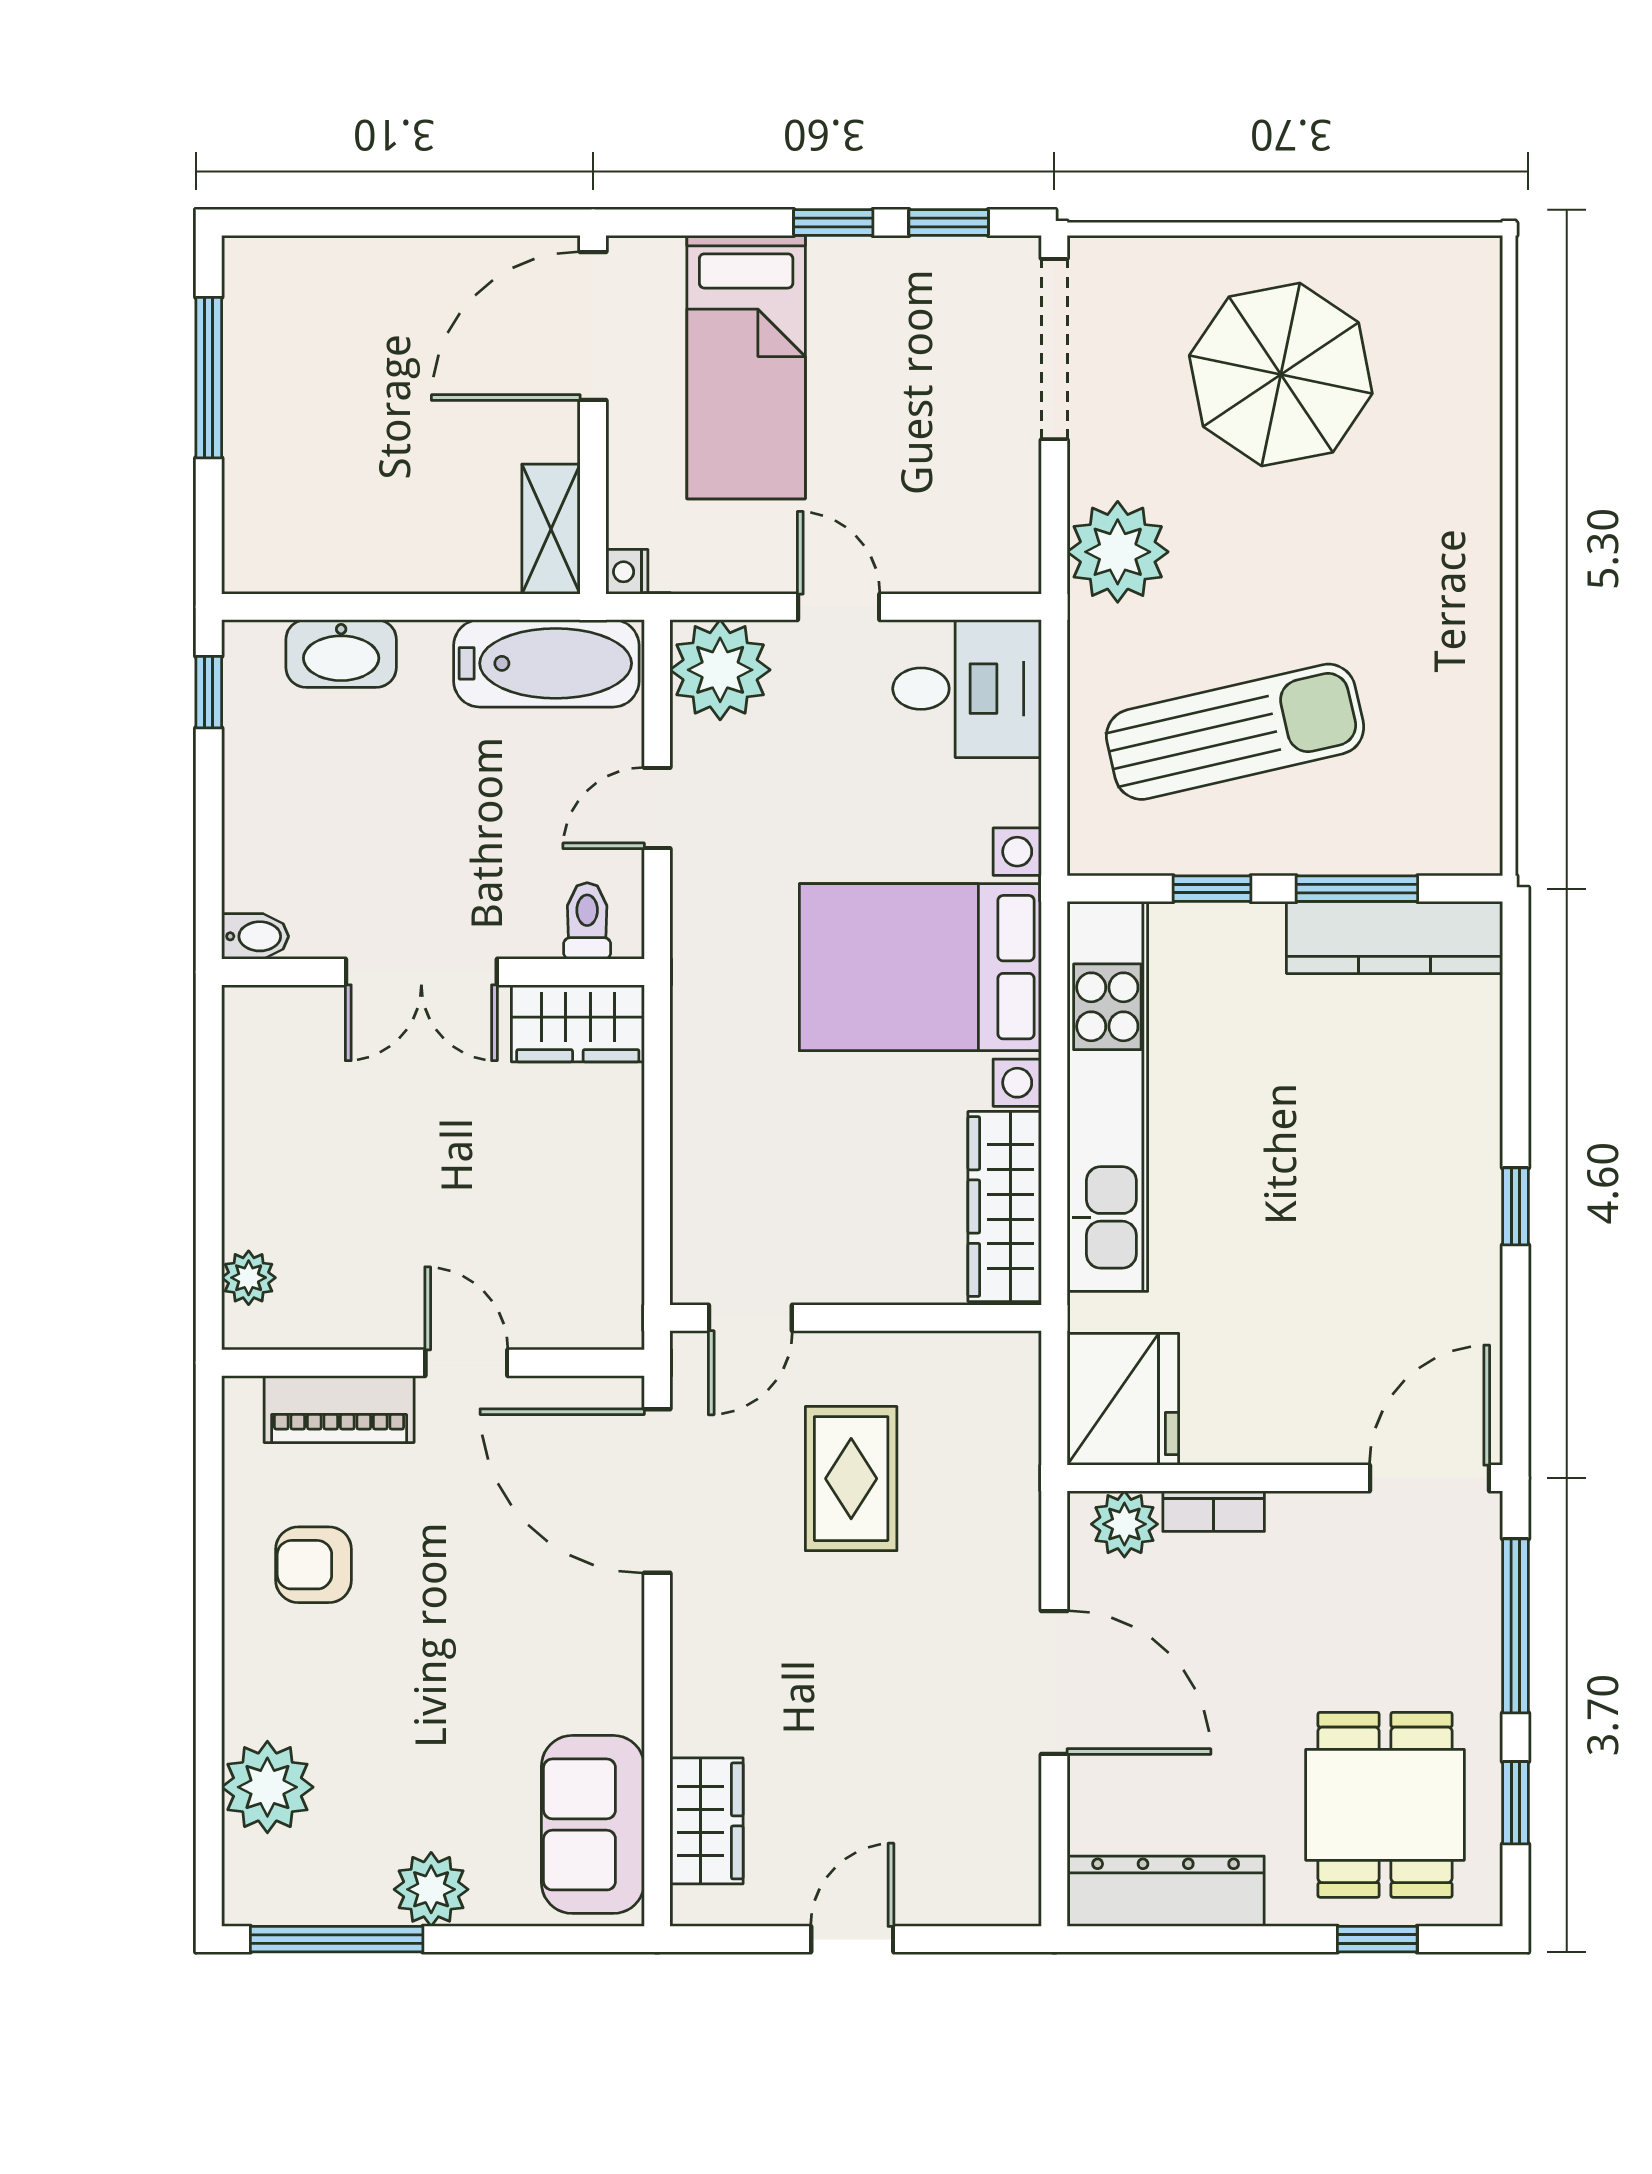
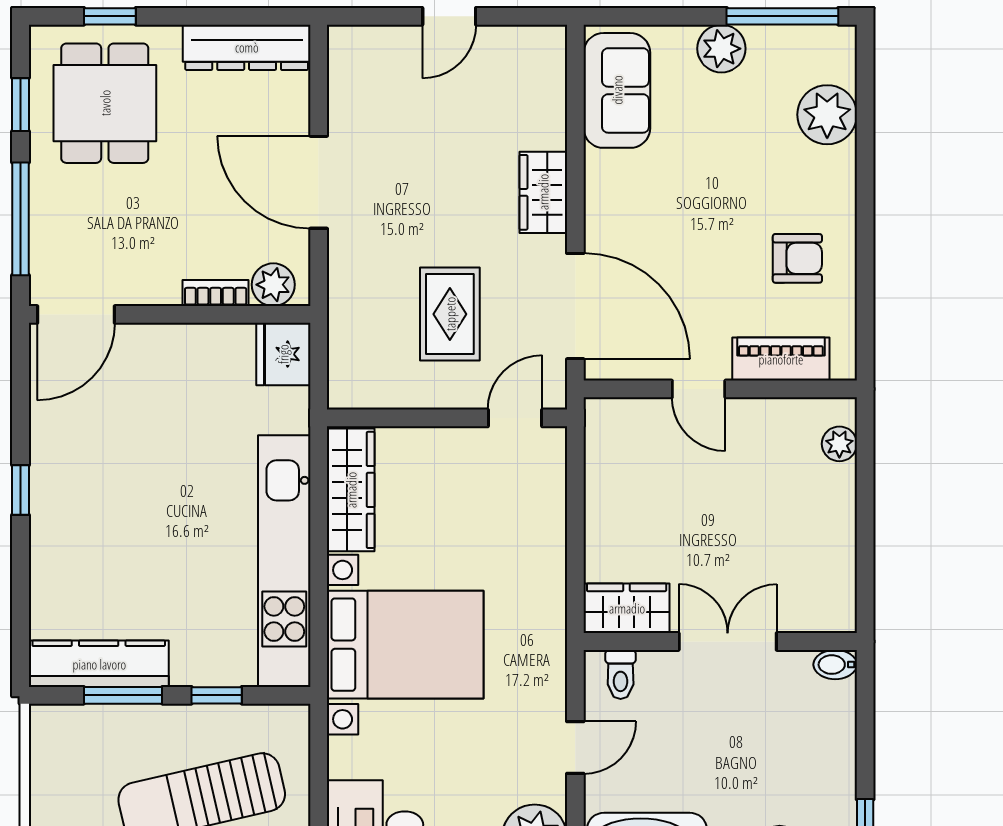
fridge: (1123, 1399) -> (283, 354), width x0.73, depth x0.75
wardrobe: (707, 1821) -> (543, 192), moved

